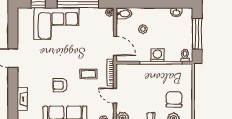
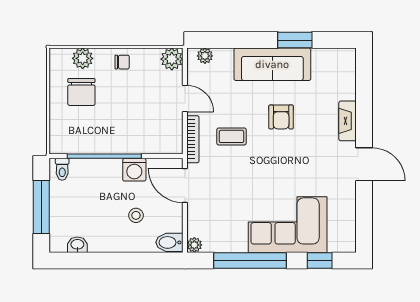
washing machine: (157, 55) -> (134, 170), moved
armchair: (60, 85) -> (281, 117), turned 90
fireplace: (22, 99) -> (347, 121), moved

